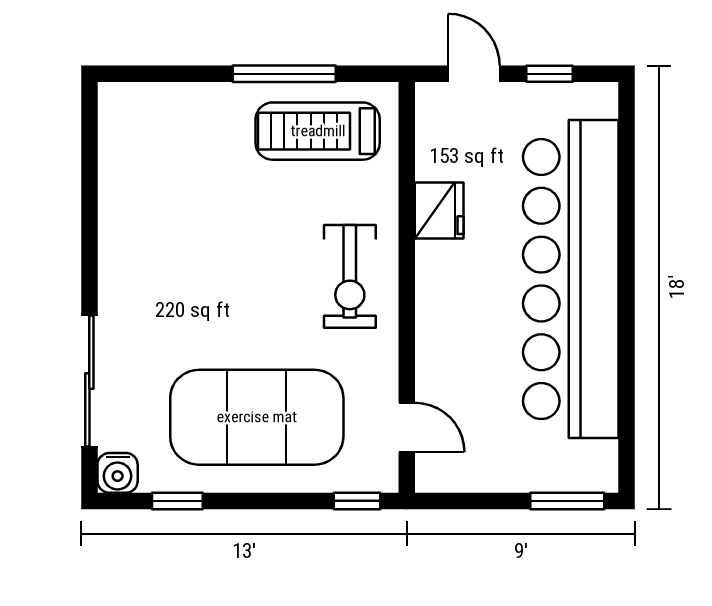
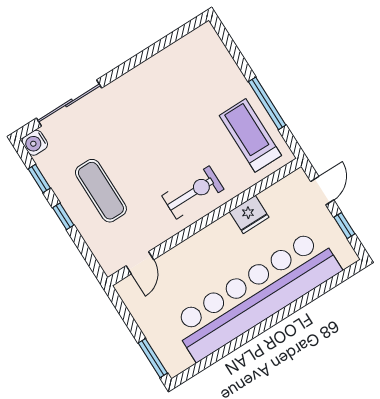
exercise bike: (350, 276) -> (193, 193), turned 180
exercise mat: (257, 417) -> (101, 191), width x0.50, depth x0.69
window: (357, 501) -> (63, 216), moved

